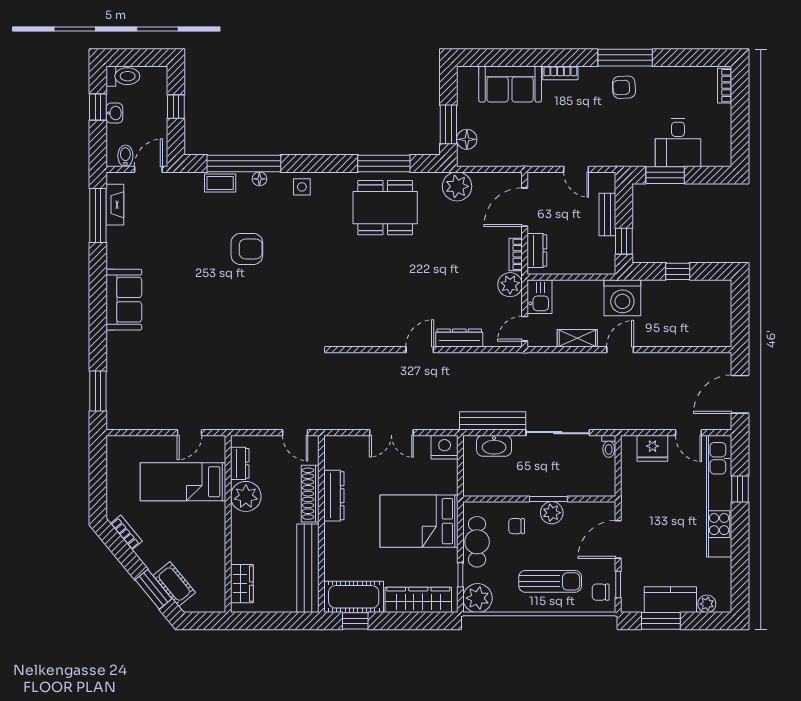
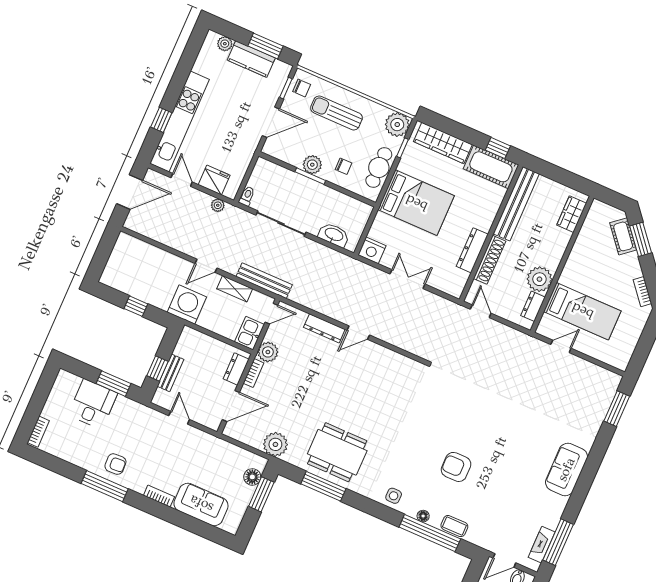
window: (624, 241) -> (157, 368), moved
bench: (493, 421) -> (264, 281), moved
plant: (636, 422) -> (218, 205), added

